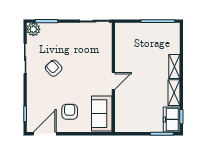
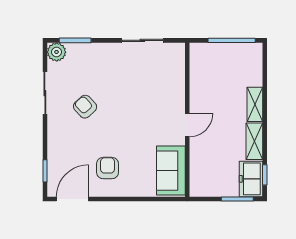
wall: (113, 77) -> (187, 120), moved
door: (113, 81) -> (187, 125), moved
sofa: (102, 114) -> (171, 171), moved

